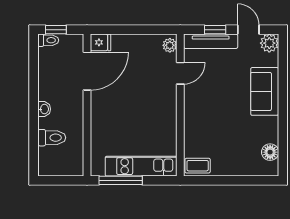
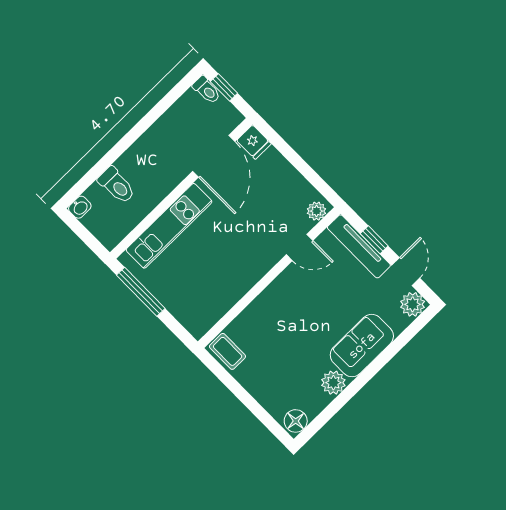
door: (87, 71) -> (214, 156), hinge flipped
washbasin: (44, 109) -> (80, 207), moved
plant: (269, 126) -> (333, 383), added
floor lamp: (270, 152) -> (296, 421), moved
kitchen unit: (141, 166) -> (169, 226), moved, turned 90

